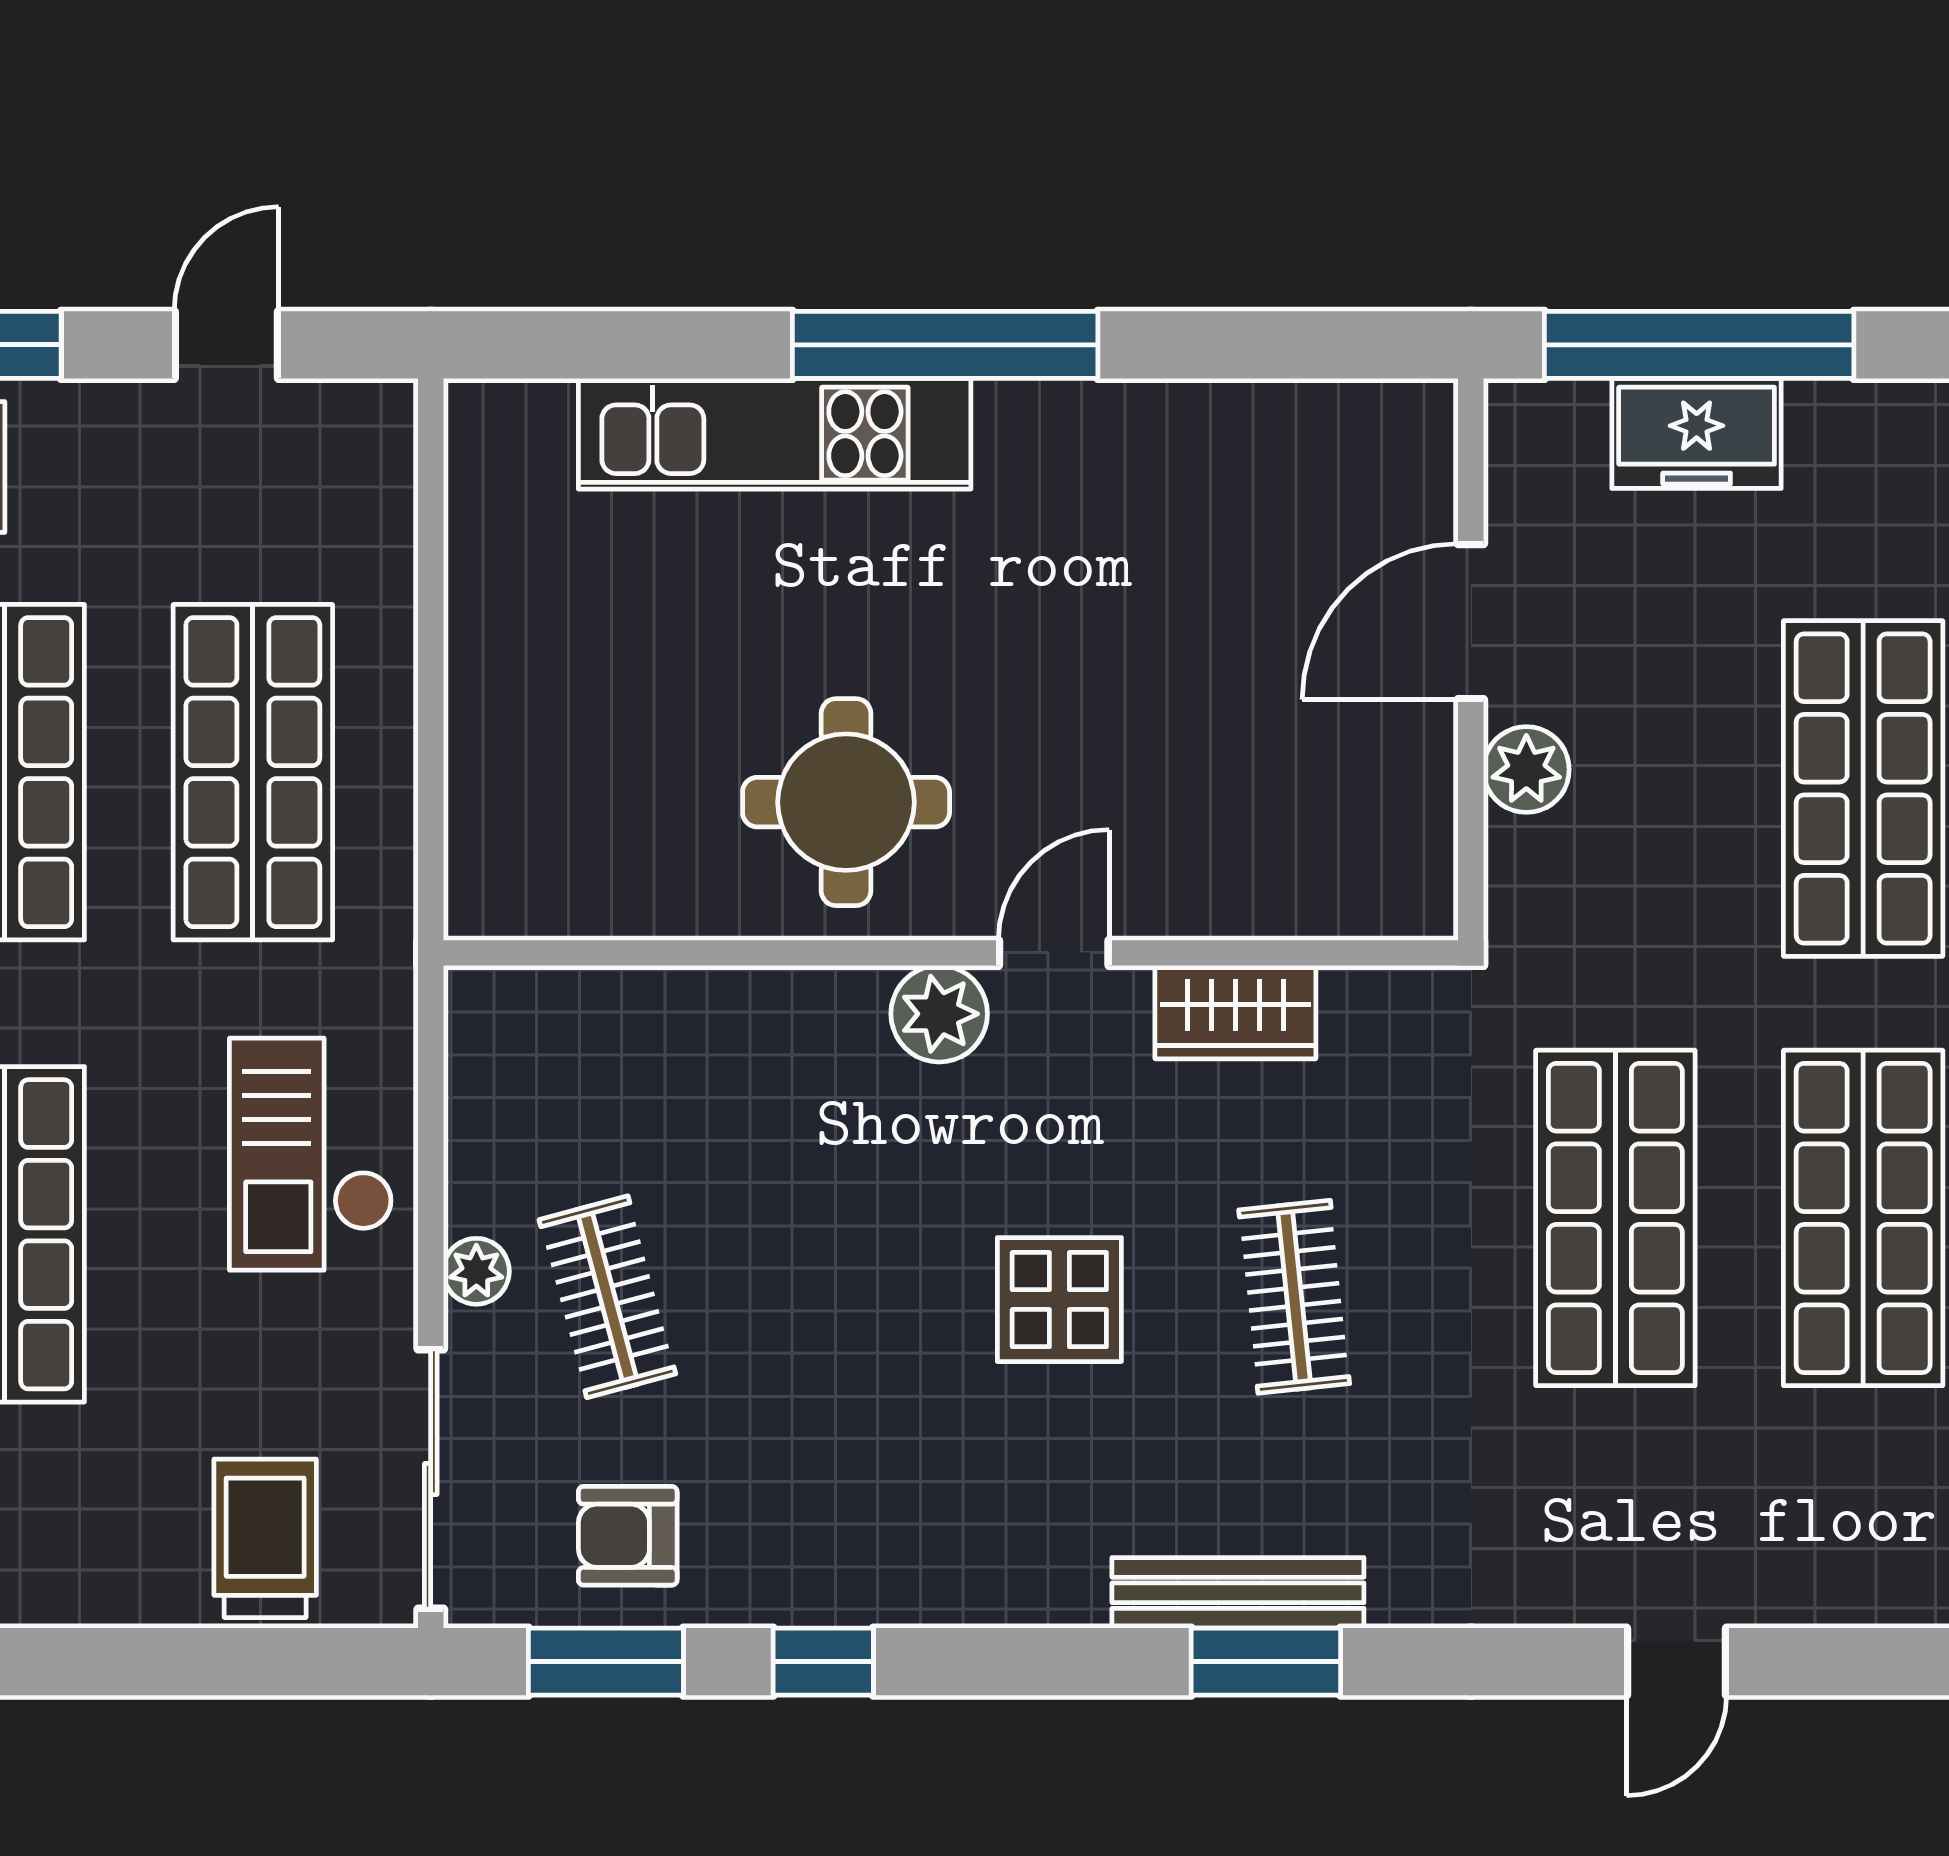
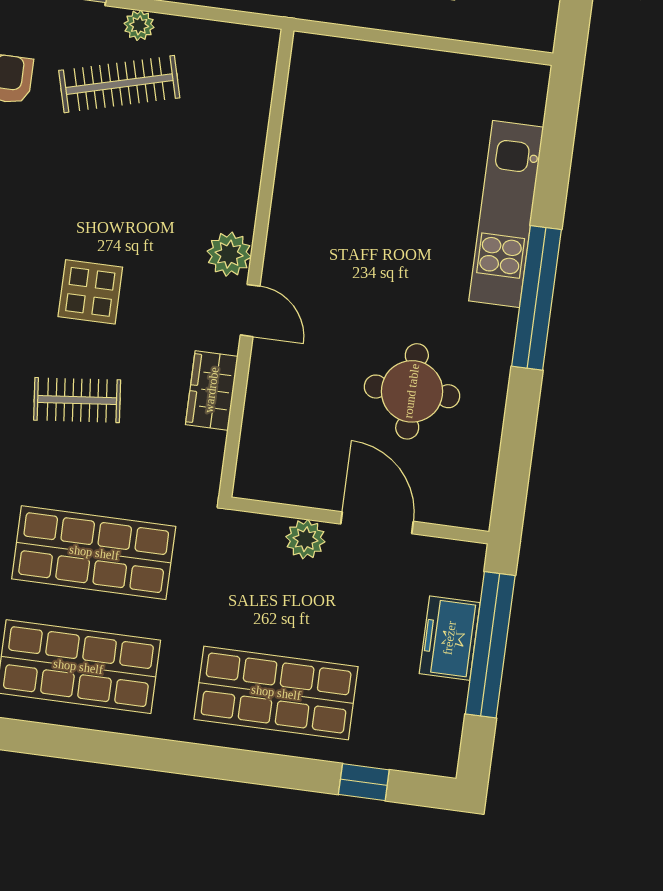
round table: (846, 802) -> (412, 391), moved
clothes rail: (607, 1297) -> (119, 84), width x1.36

